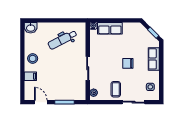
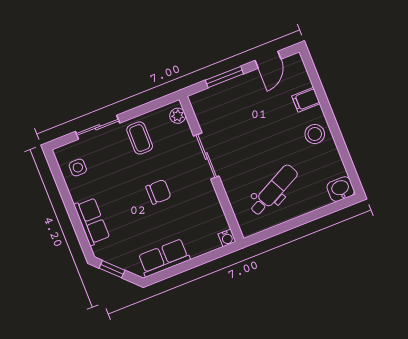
row of seats: (110, 28) -> (164, 258), moved
chair: (128, 63) -> (158, 192), moved
door: (41, 102) -> (268, 60), hinge flipped

